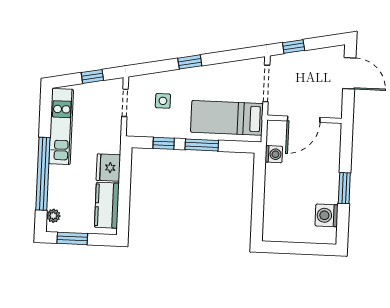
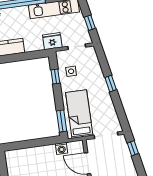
side table: (163, 101) -> (71, 71), moved
window: (202, 145) -> (62, 121), moved
fridge: (108, 168) -> (52, 41), moved

